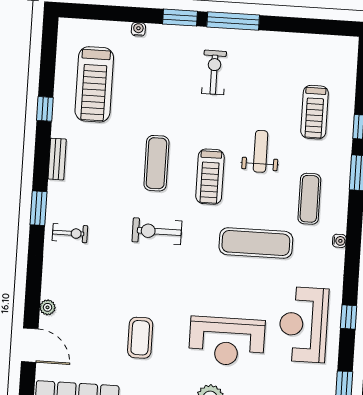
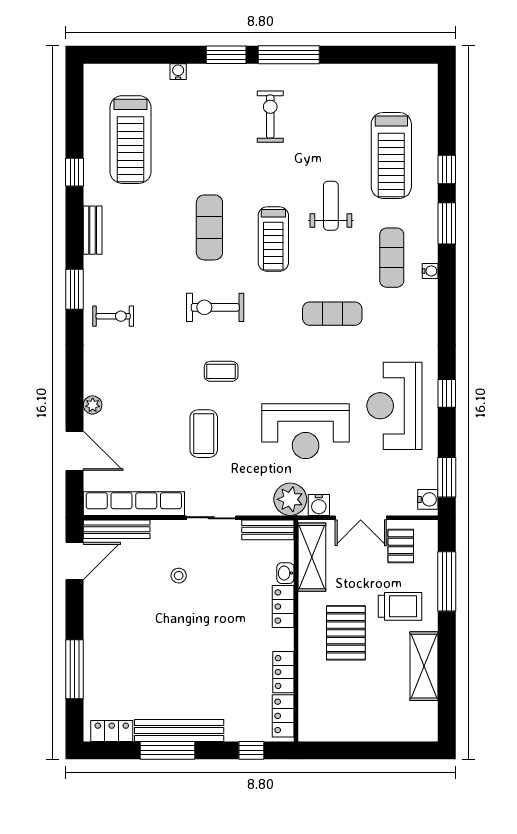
treadmill: (315, 112) -> (391, 155), width x1.37, depth x1.38
water cooler: (339, 241) -> (430, 271), moved
exercise mat: (256, 243) -> (332, 314), width x0.73, depth x0.69
coffee table: (158, 286) -> (221, 371), added

